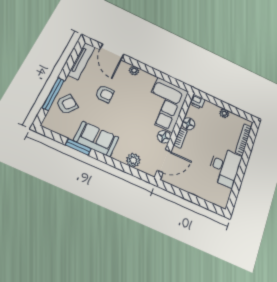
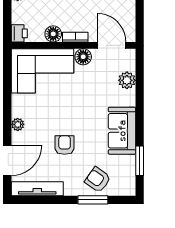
window: (53, 94) -> (93, 200), width x0.69
window: (78, 147) -> (140, 161), moved

